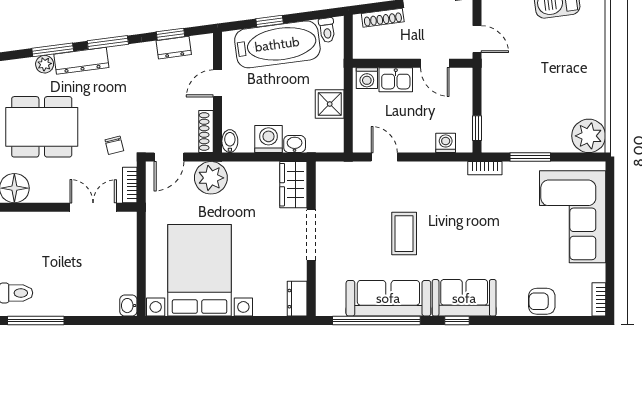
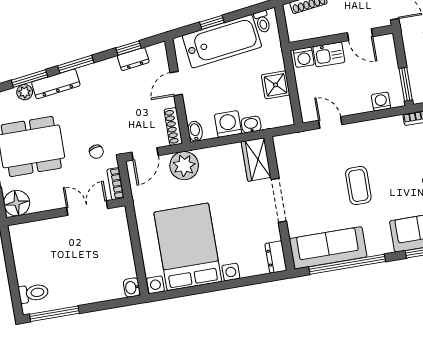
window: (477, 128) -> (406, 84), width x1.50
sofa: (388, 298) -> (328, 248), moved

